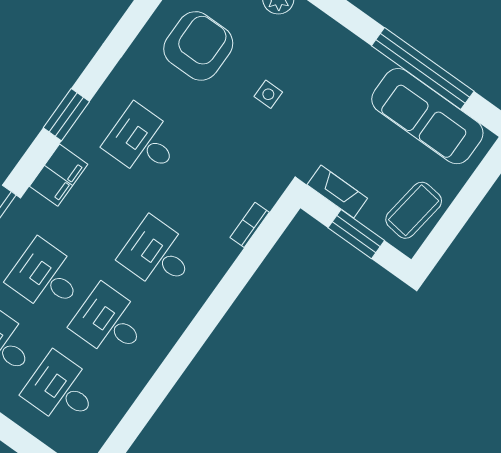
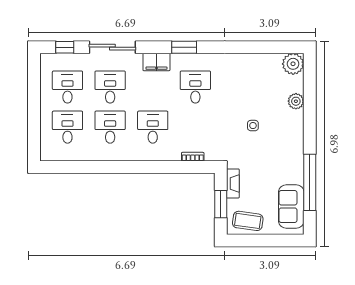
armchair: (198, 46) -> (252, 82), removed
sofa: (427, 116) -> (291, 206), width x0.73

